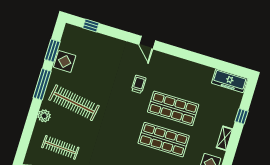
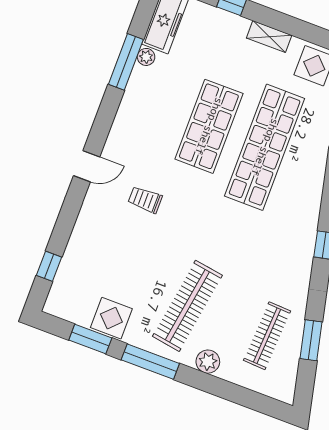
window: (206, 61) -> (126, 62), added
plant: (209, 71) -> (146, 57), added
trolley: (139, 84) -> (145, 200), moved
shop shelf: (164, 140) -> (265, 147), width x1.40

